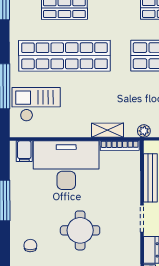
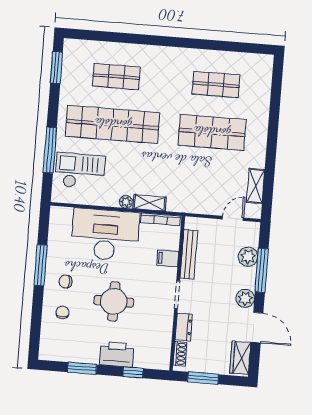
plant: (144, 131) -> (126, 202), moved
filing cabinet: (24, 151) -> (168, 258), moved, turned 90
chair: (31, 215) -> (66, 282), added

